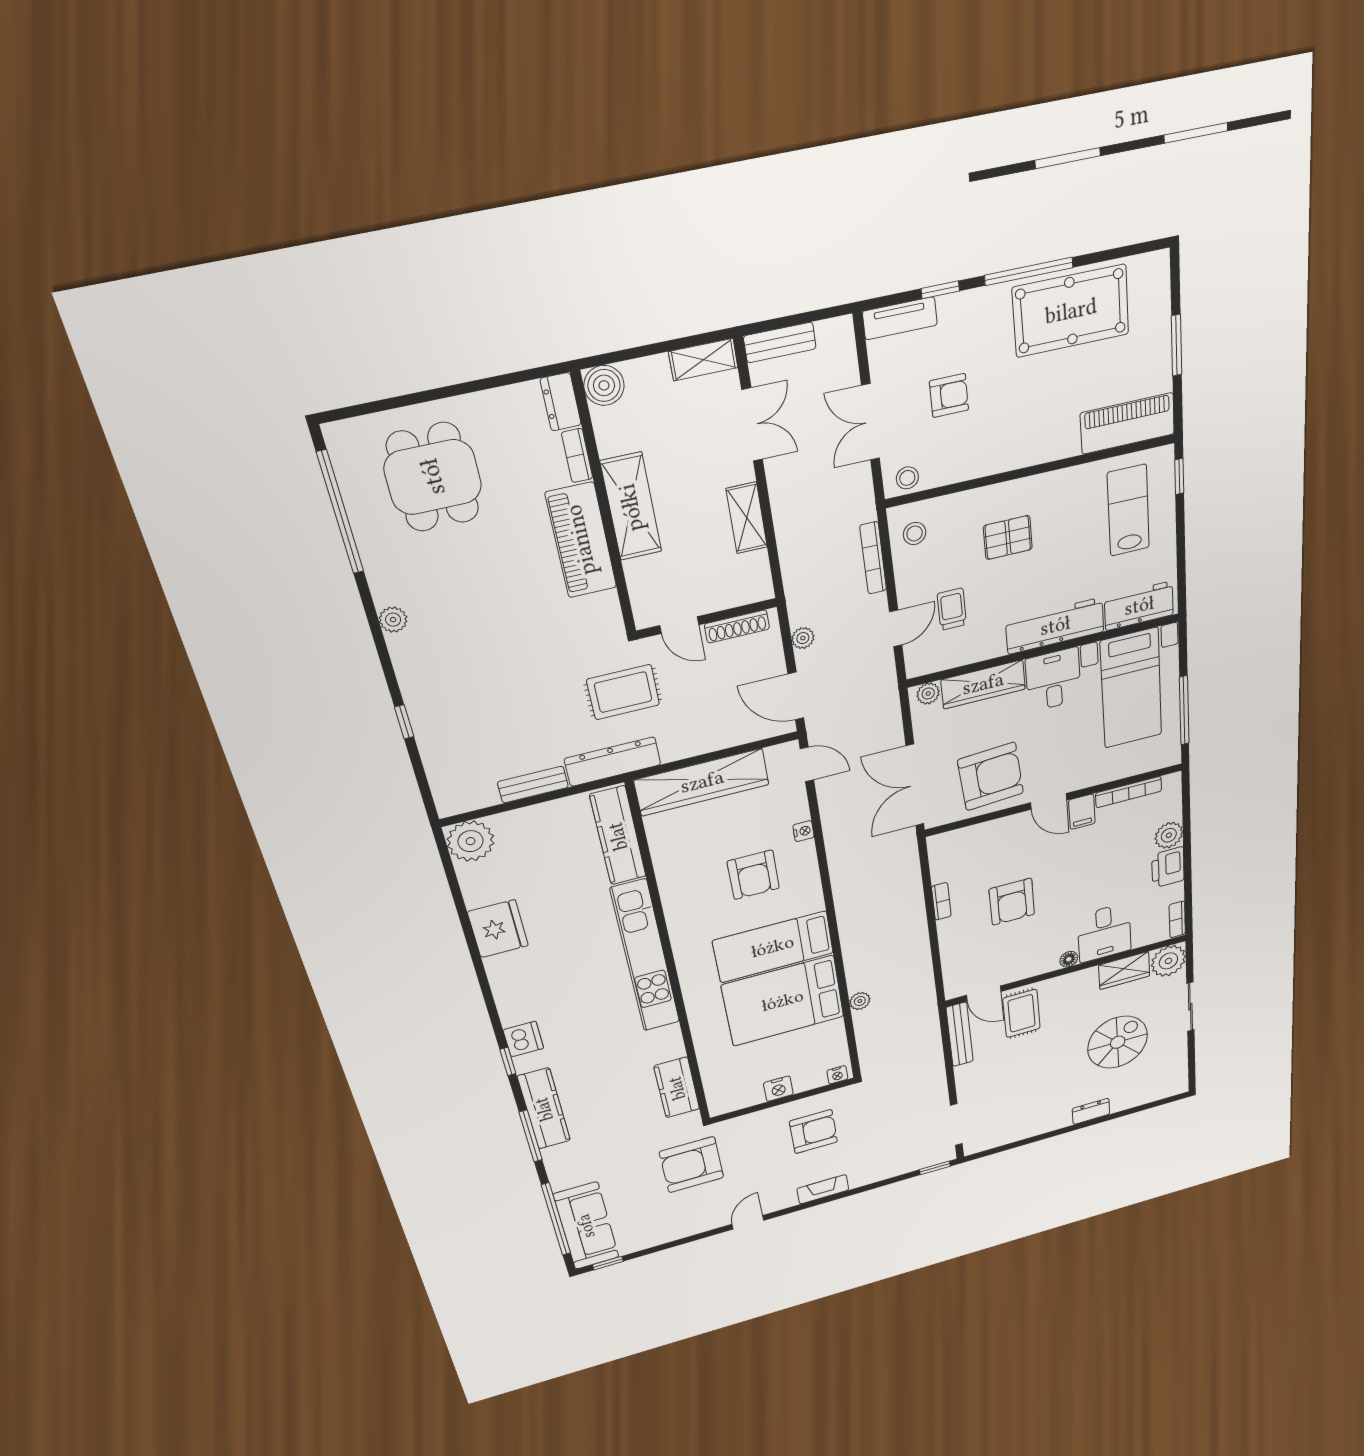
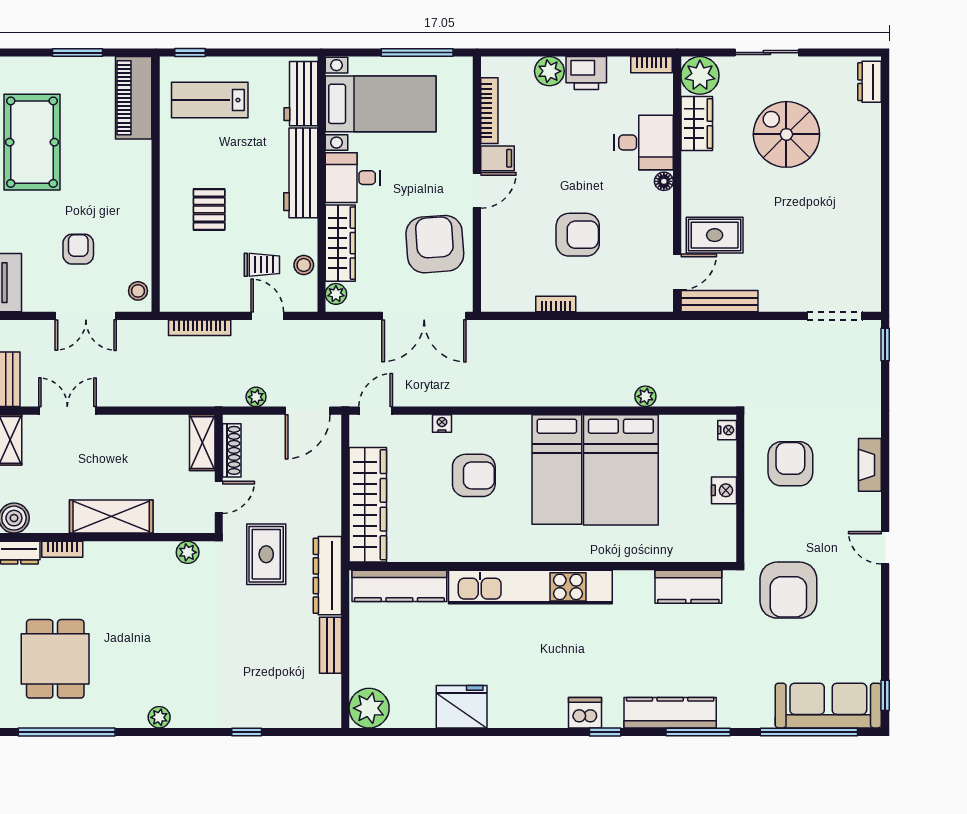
dining table: (433, 477) -> (55, 659), turned 90
shelving: (747, 518) -> (202, 443), moved, turned 90
stool: (915, 533) -> (304, 265), moved
piano: (581, 540) -> (129, 561), removed
plant: (606, 605) -> (188, 552), added
trolley: (952, 609) -> (262, 265), turned 180
dresser: (1091, 1111) -> (870, 82), moved

